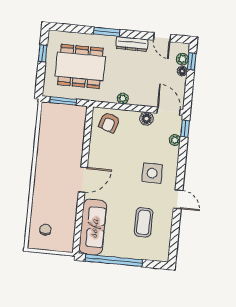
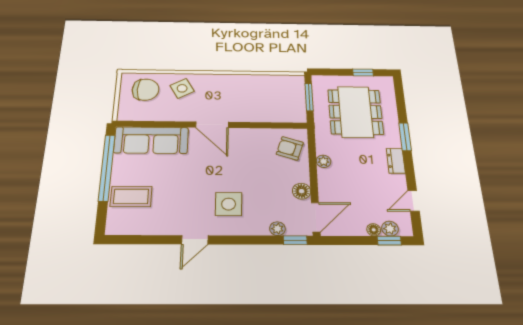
dresser: (132, 44) -> (396, 161), width x0.70
side table: (46, 201) -> (182, 88), added
coffee table: (144, 222) -> (131, 196), moved
chair: (45, 230) -> (146, 90), width x1.87, depth x1.87

